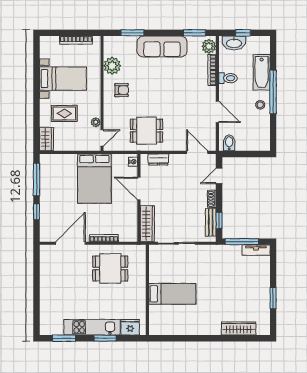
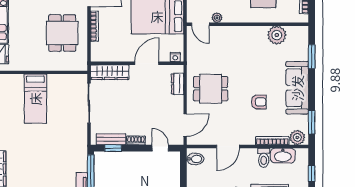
washbasin: (234, 43) -> (283, 156), moved, turned -90
armchair: (122, 90) -> (259, 102), moved, turned -90
dining table: (146, 131) -> (211, 89), moved, turned 90

